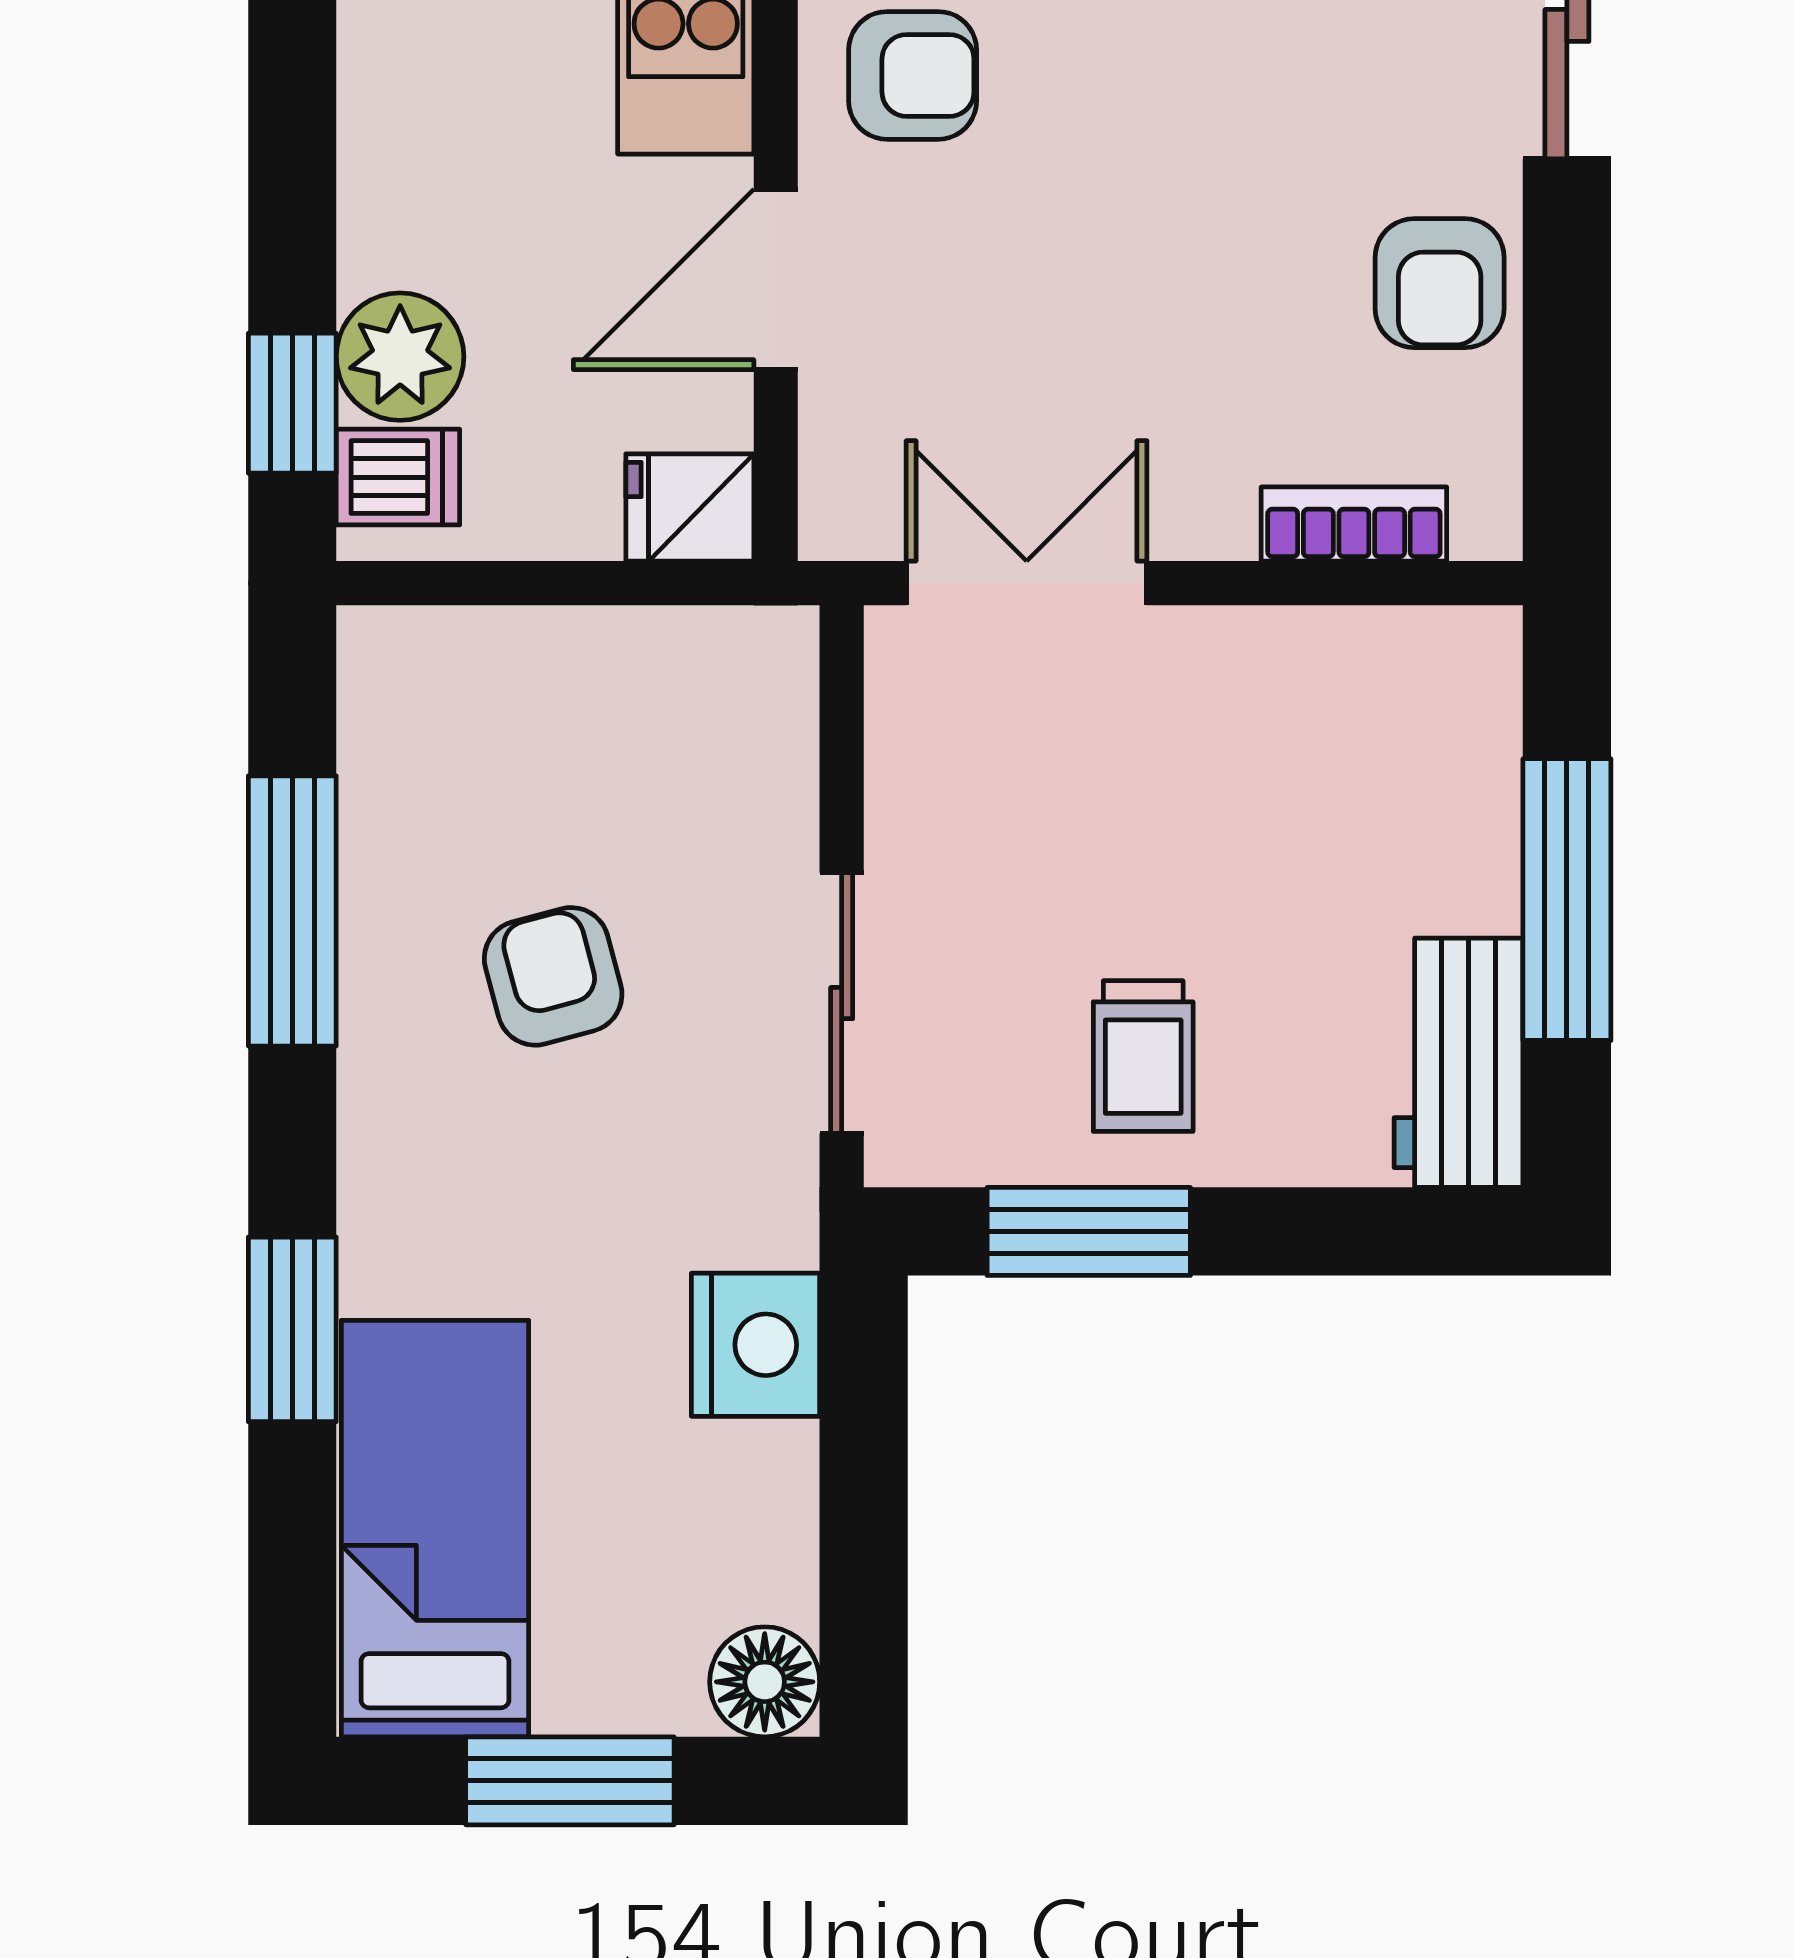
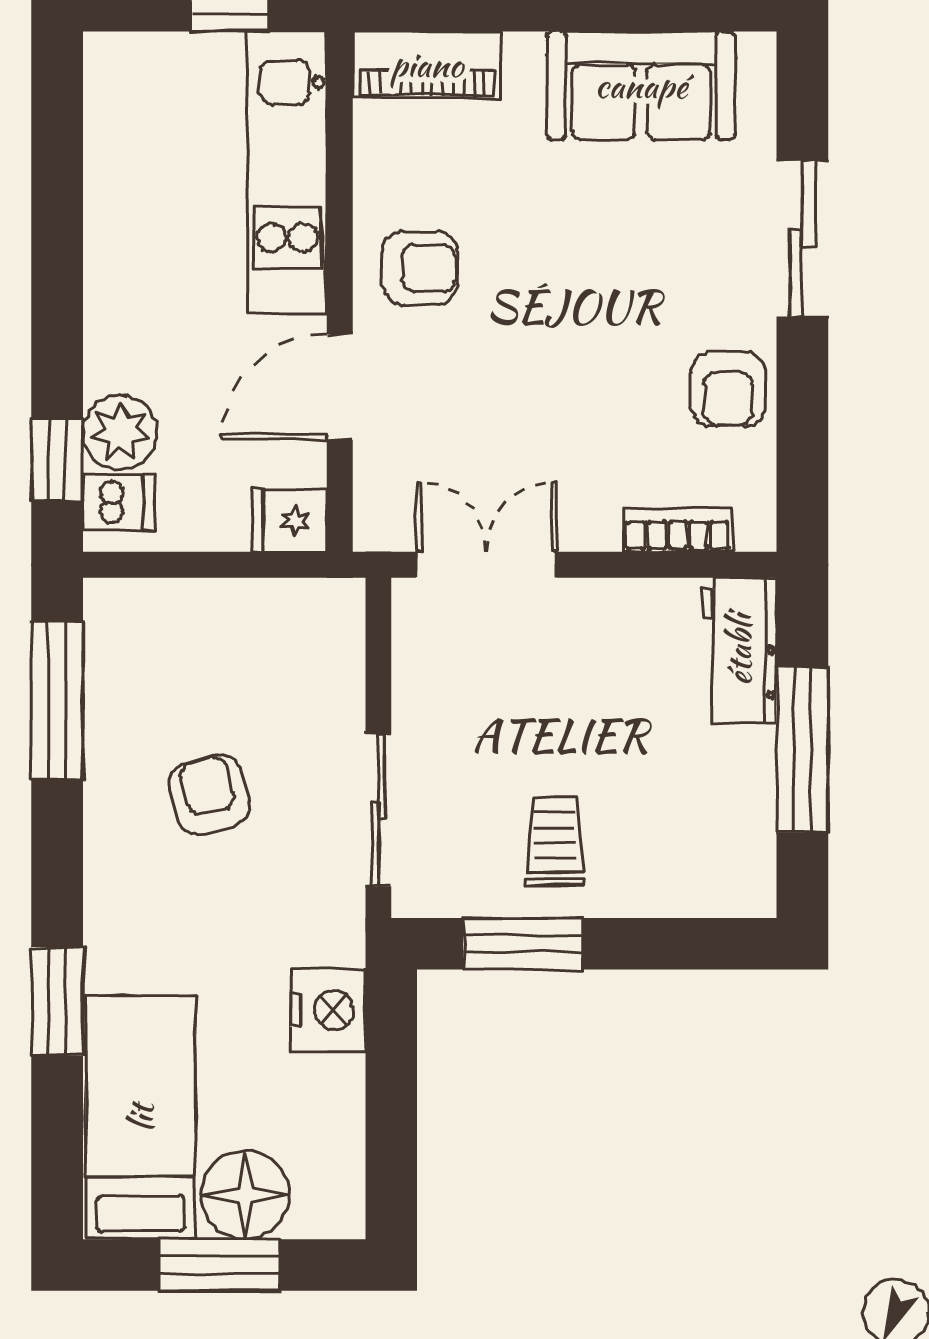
window: (292, 911) -> (57, 700), moved
trolley: (1143, 1056) -> (555, 841), turned 180
workbench: (1459, 1063) -> (739, 650), moved
floor lamp: (765, 1682) -> (245, 1195), moved, width x1.38, depth x1.38

